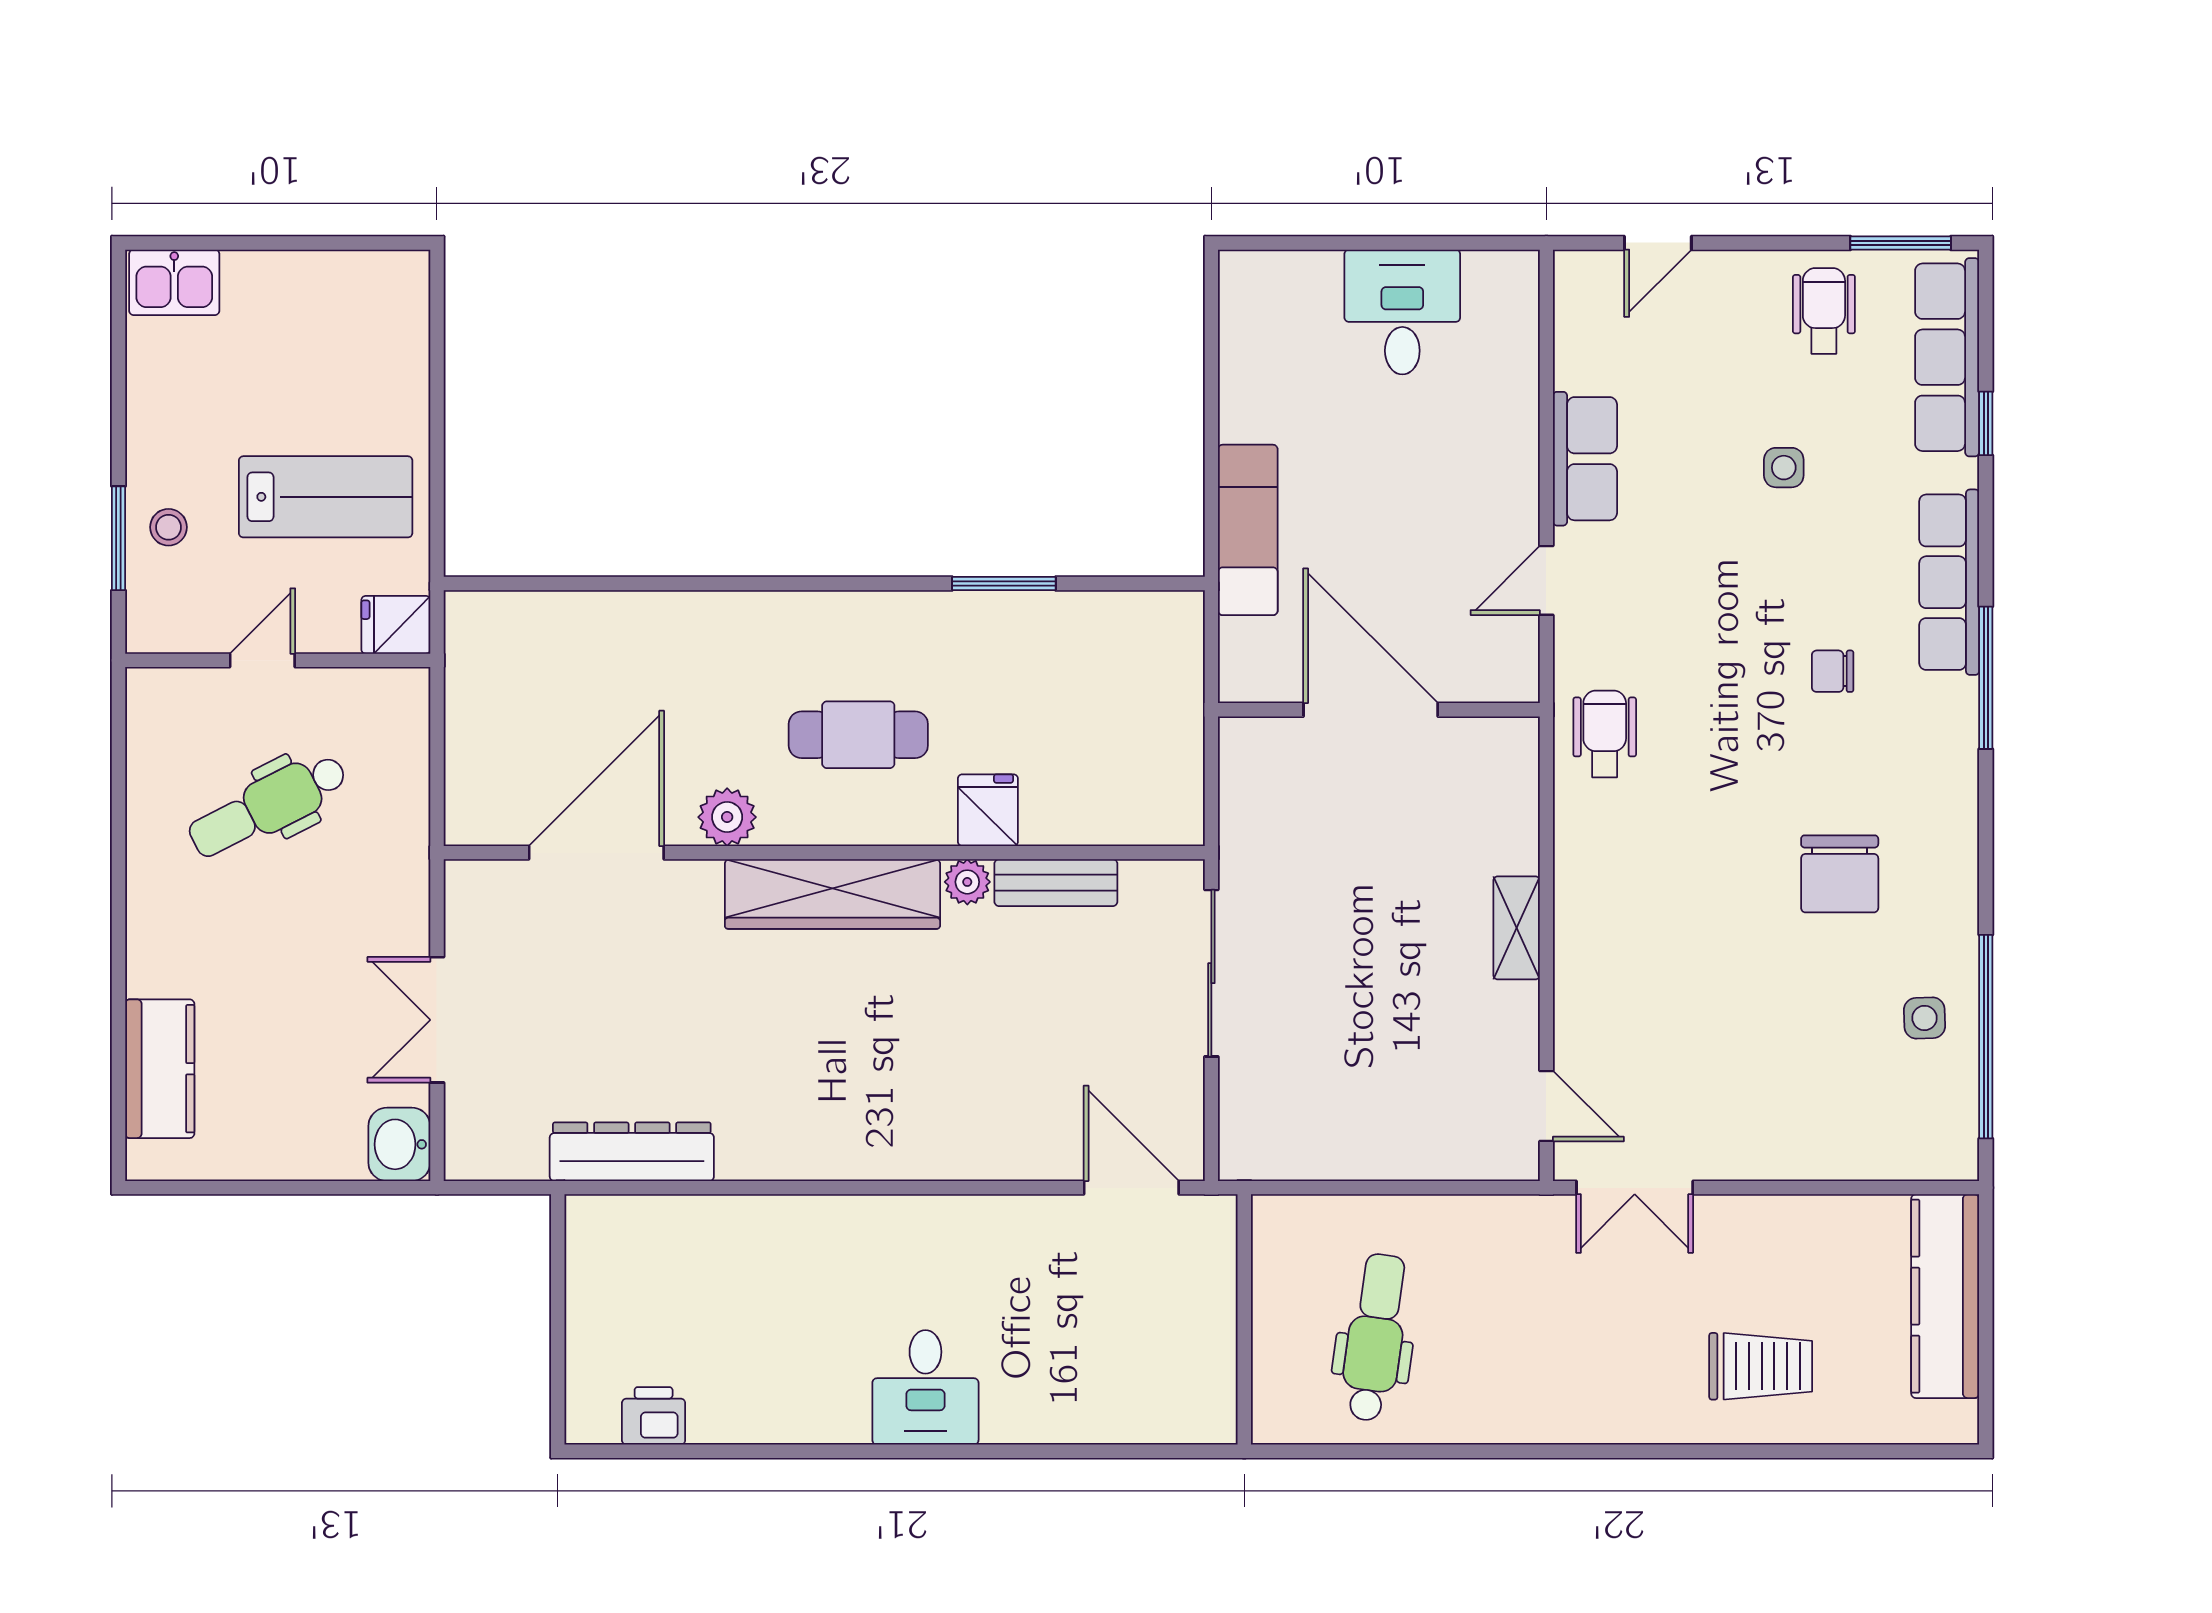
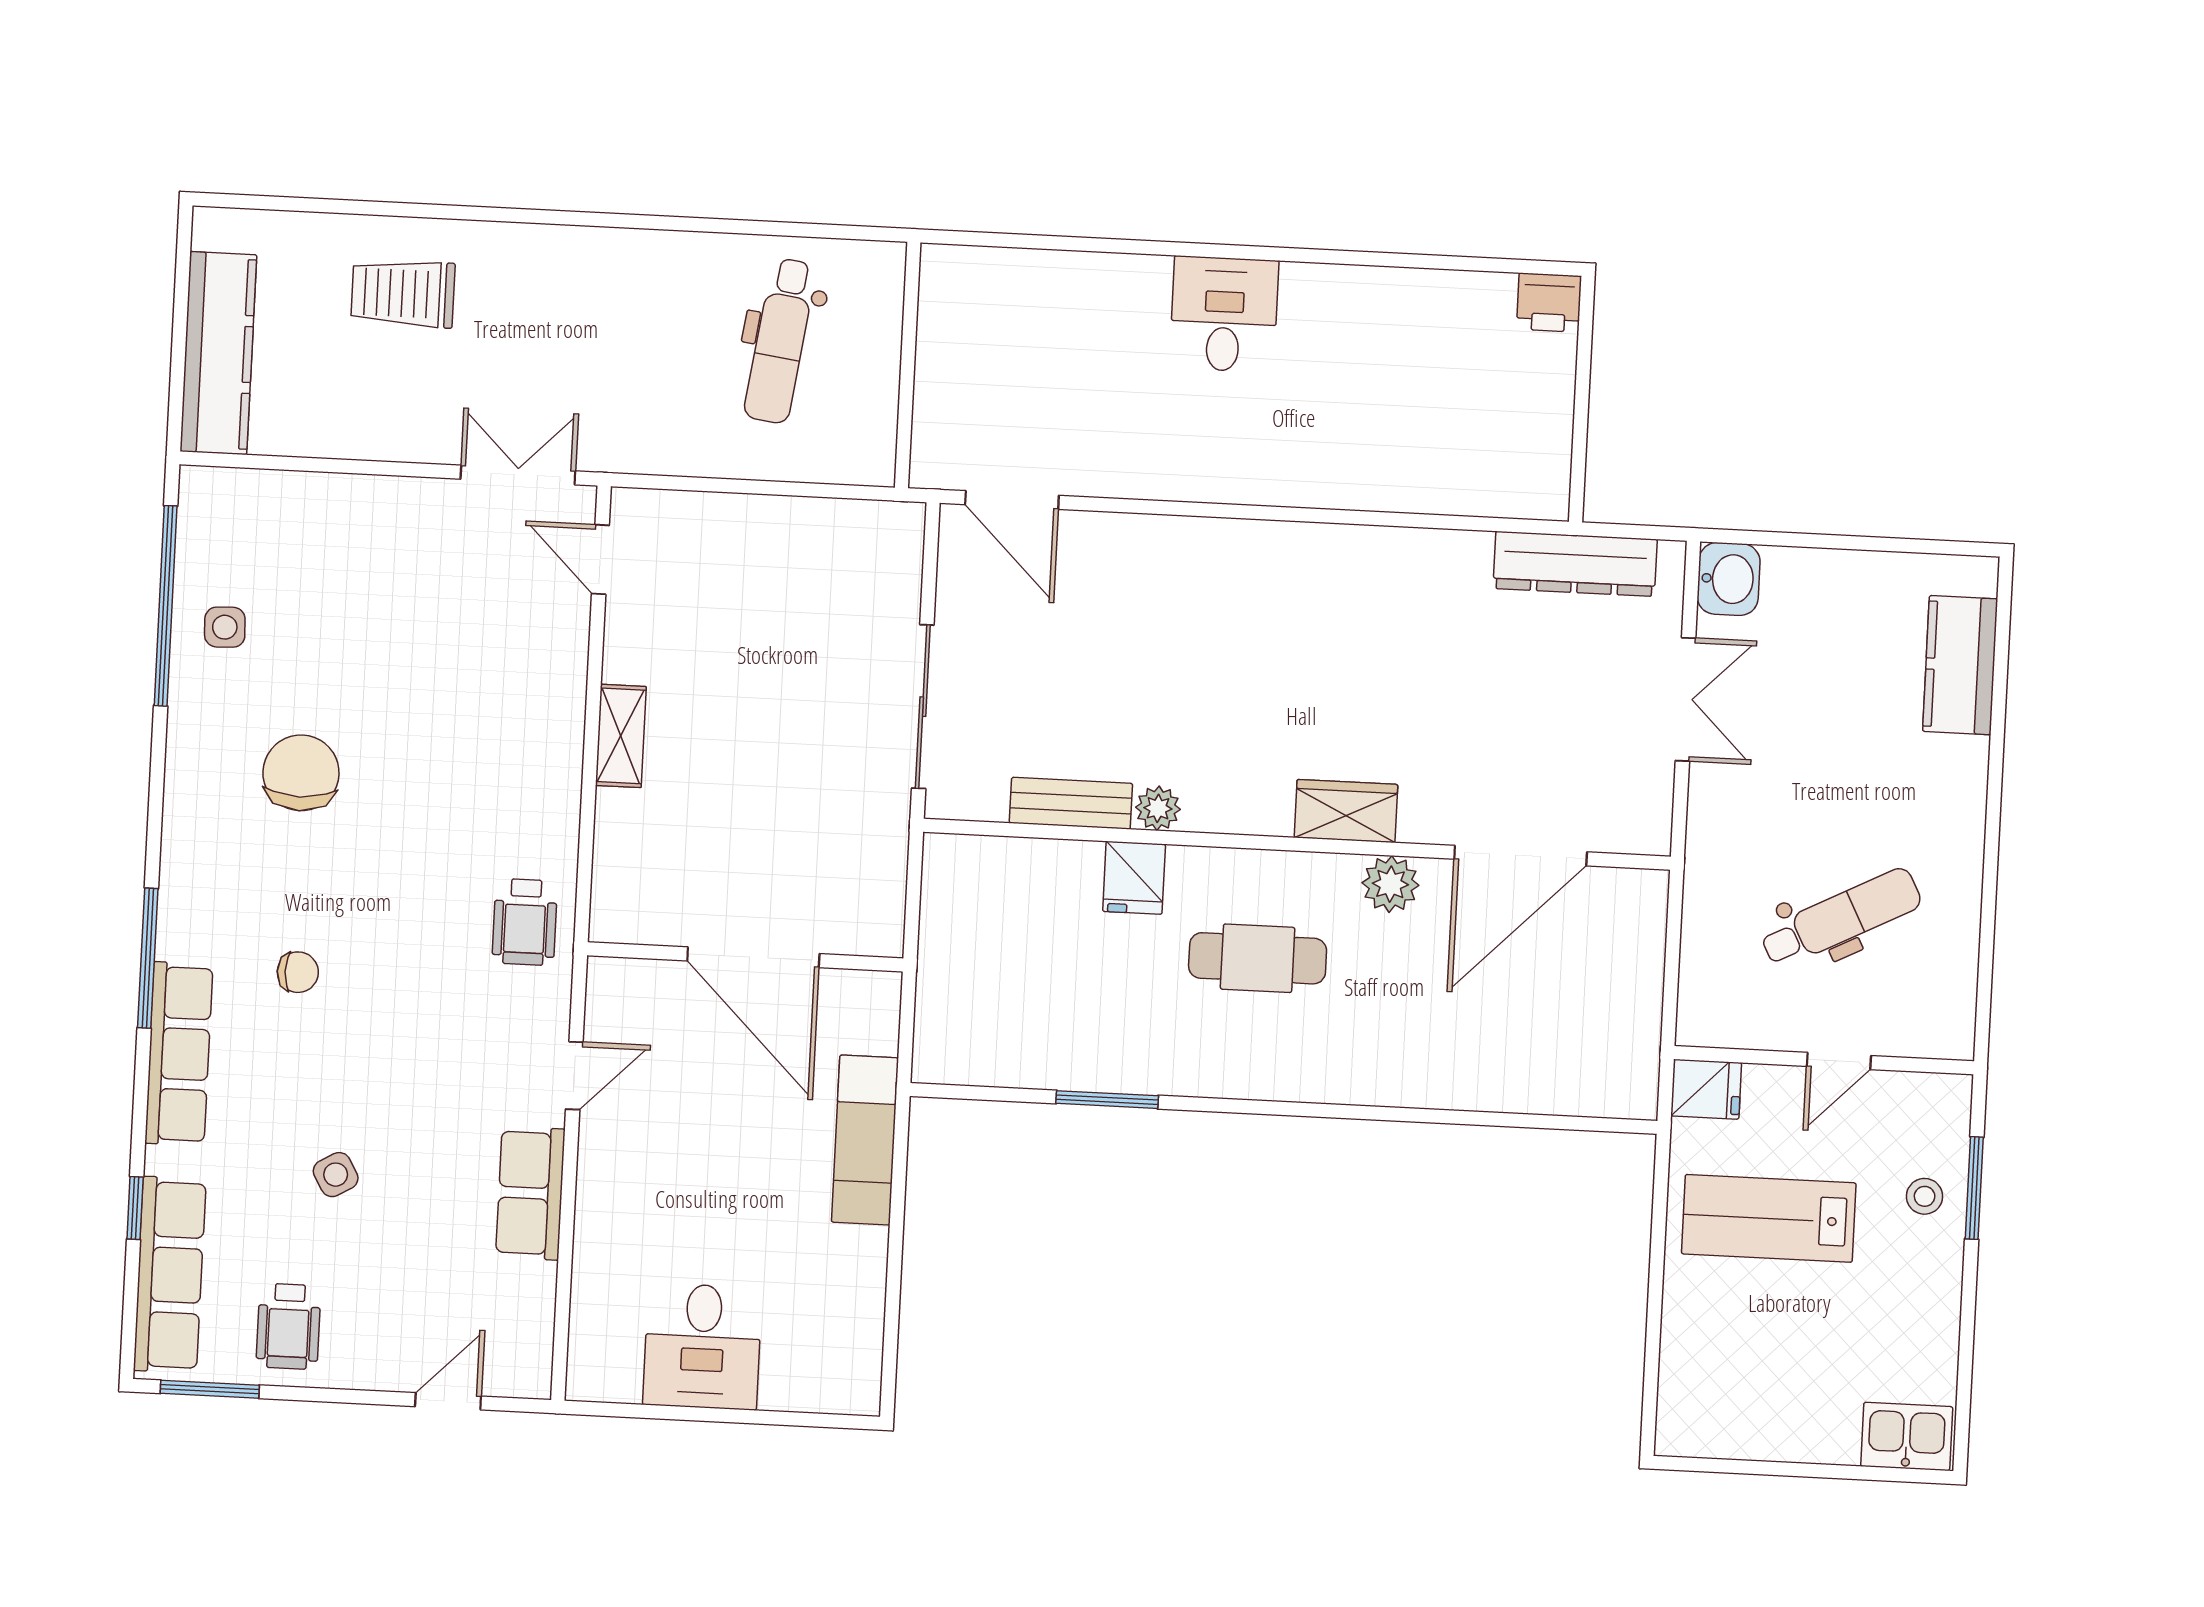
side table: (1784, 468) -> (336, 1175), turned -30
wardrobe: (832, 894) -> (1346, 811), width x0.48, depth x0.85
dresser: (632, 1152) -> (1575, 564), moved
printer: (654, 1416) -> (1549, 303), moved

